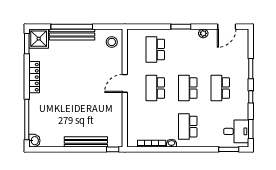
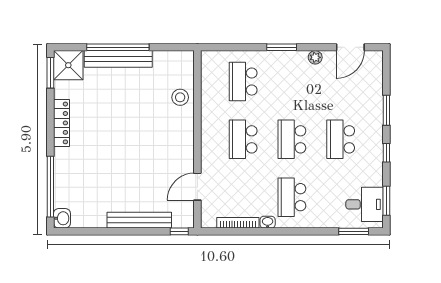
stool: (112, 42) -> (180, 97), moved
door: (125, 83) -> (197, 187), moved

